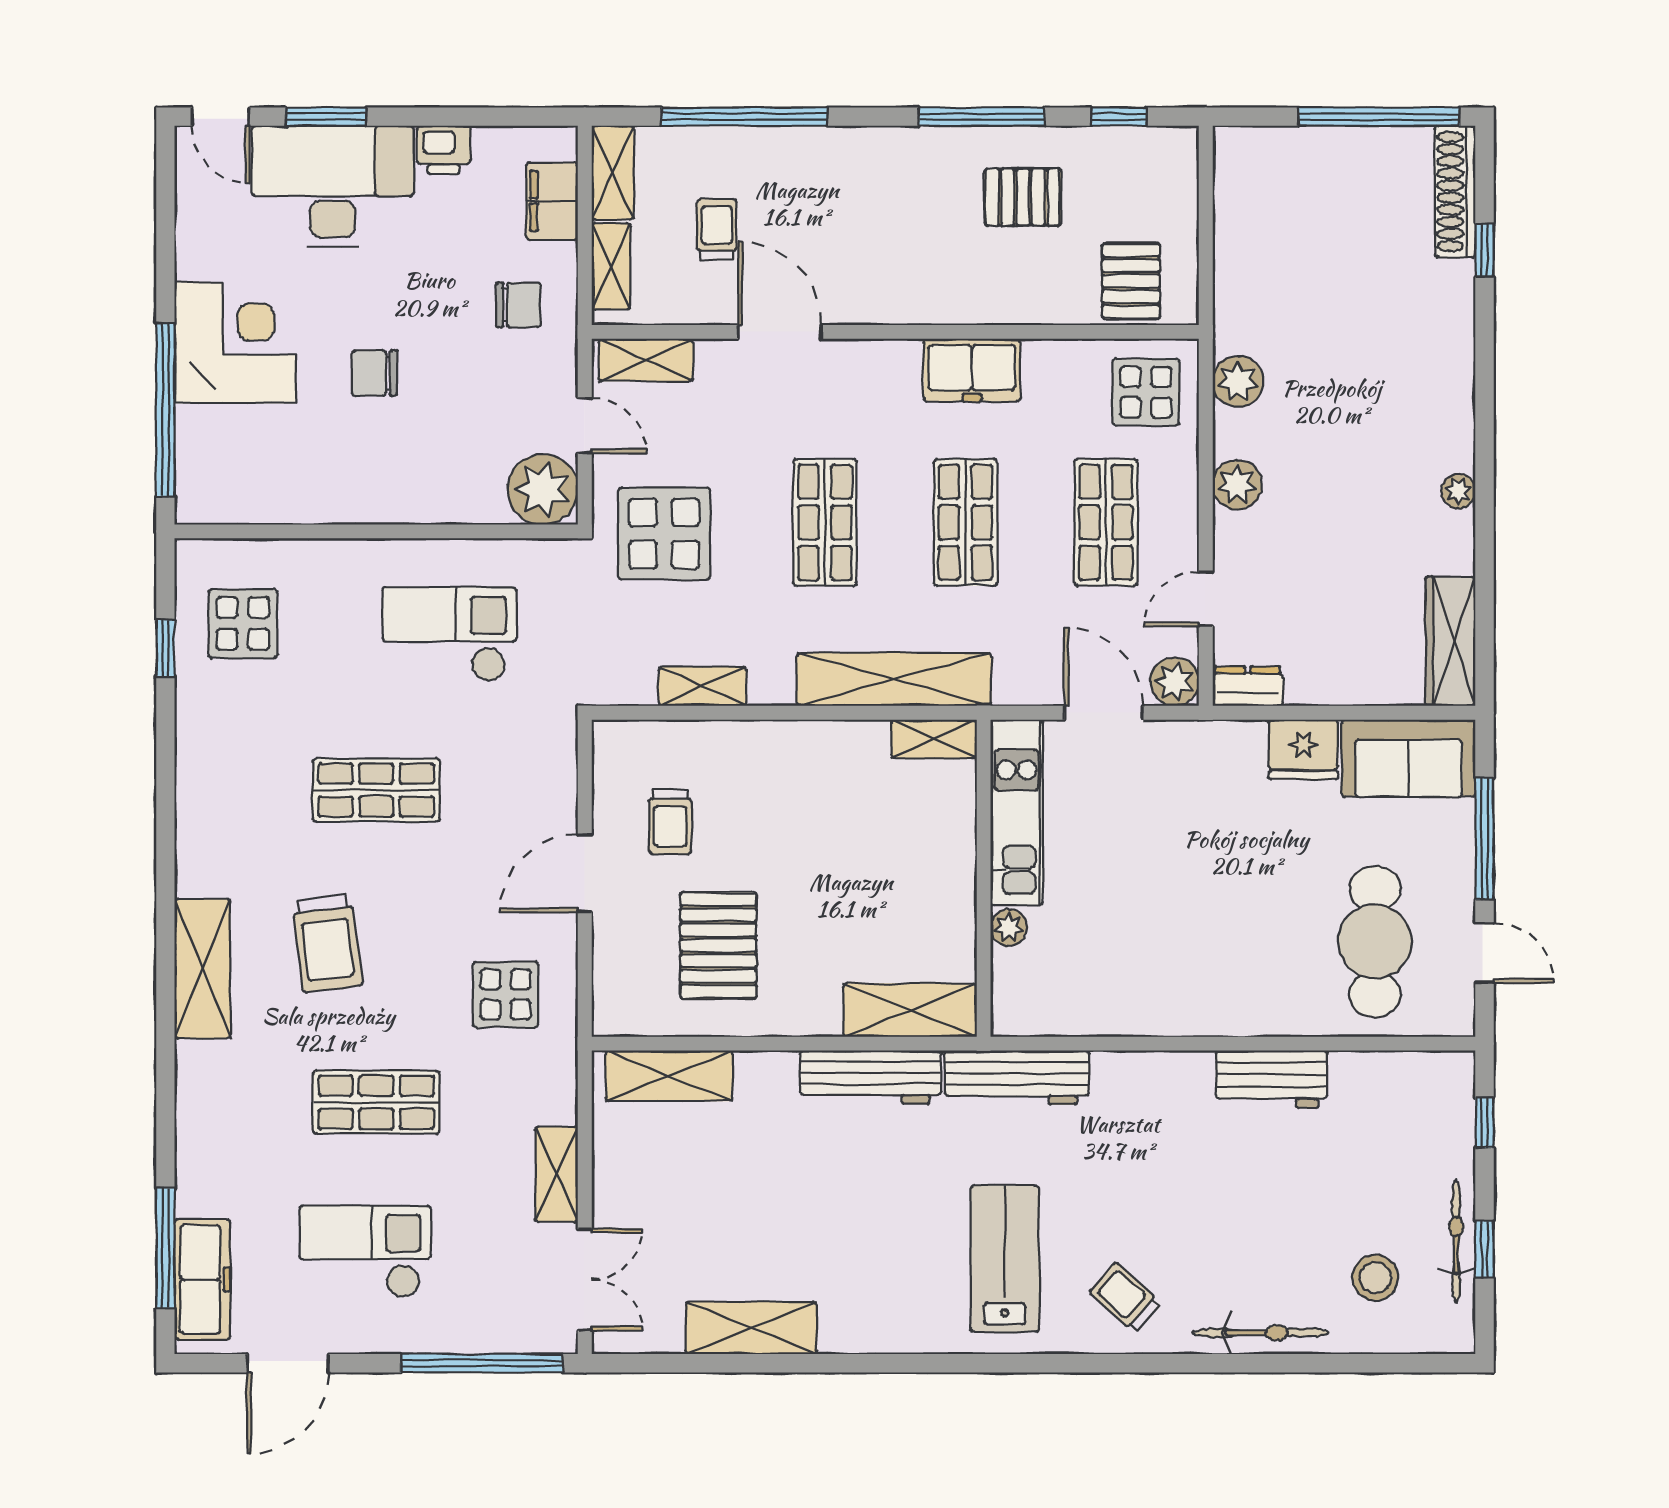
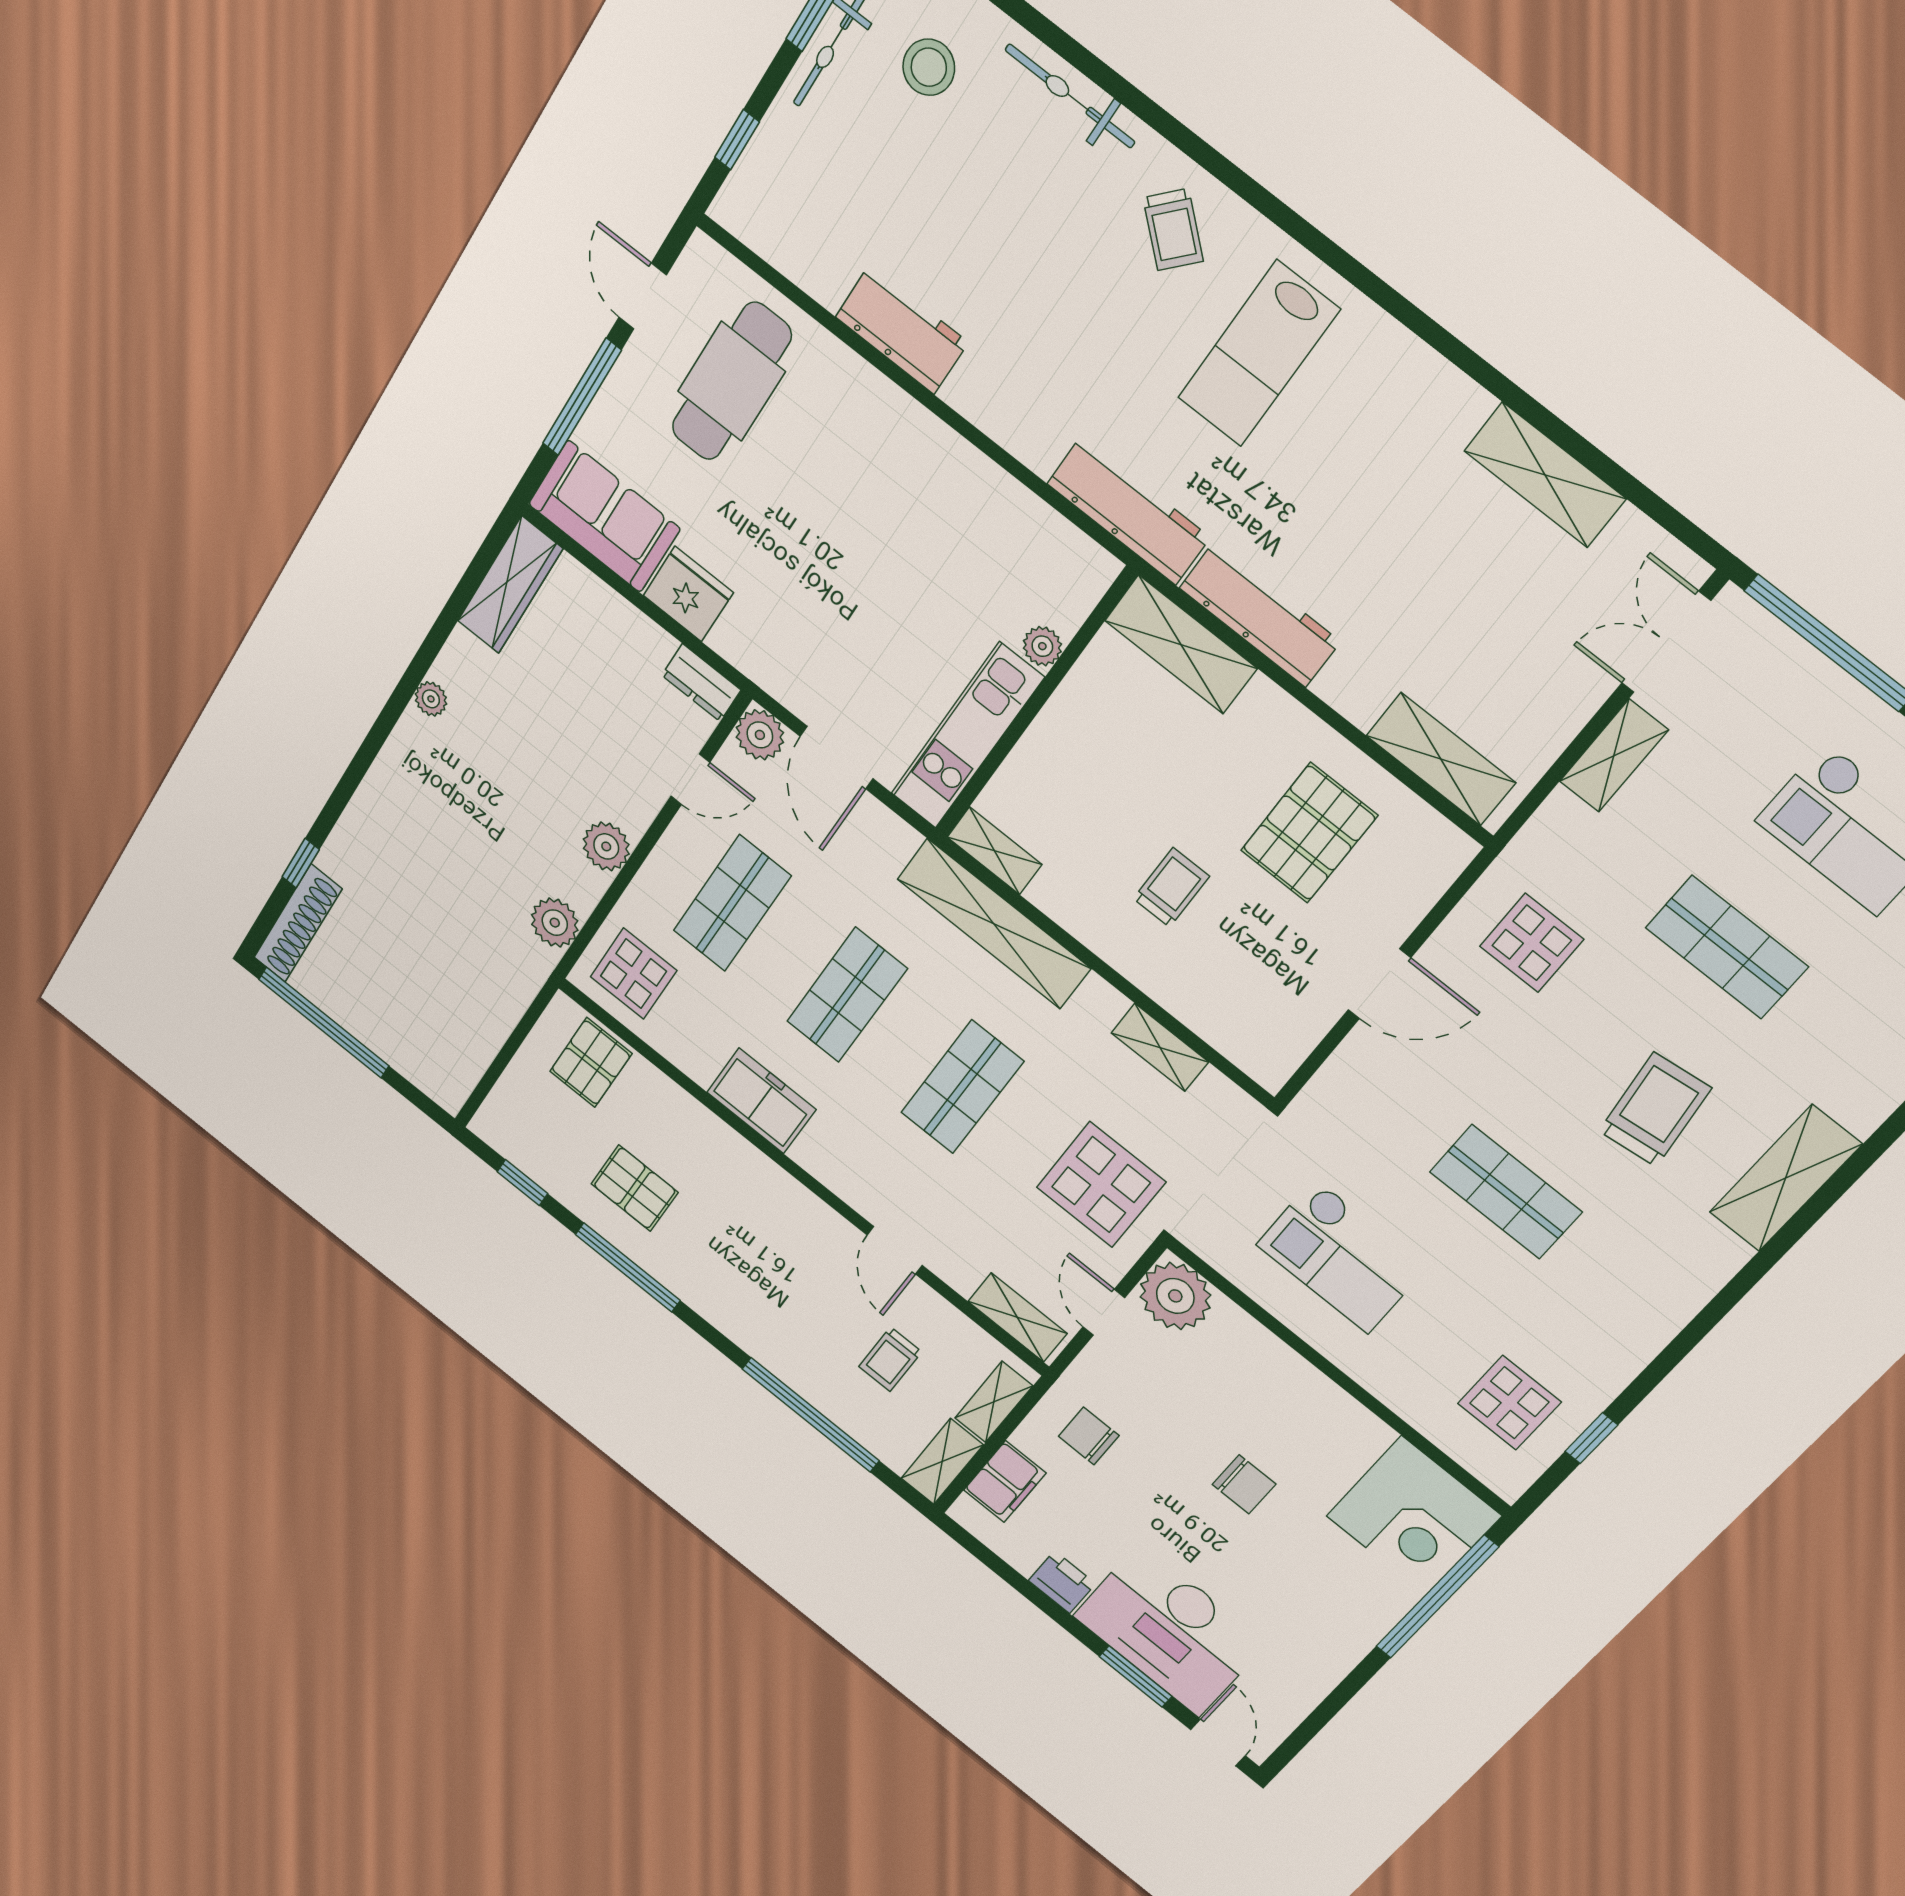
door: (780, 332) -> (895, 1250), width x0.73
corner desk: (235, 343) -> (1414, 1516), moved, turned -90
trolley: (670, 822) -> (1171, 887), moved

